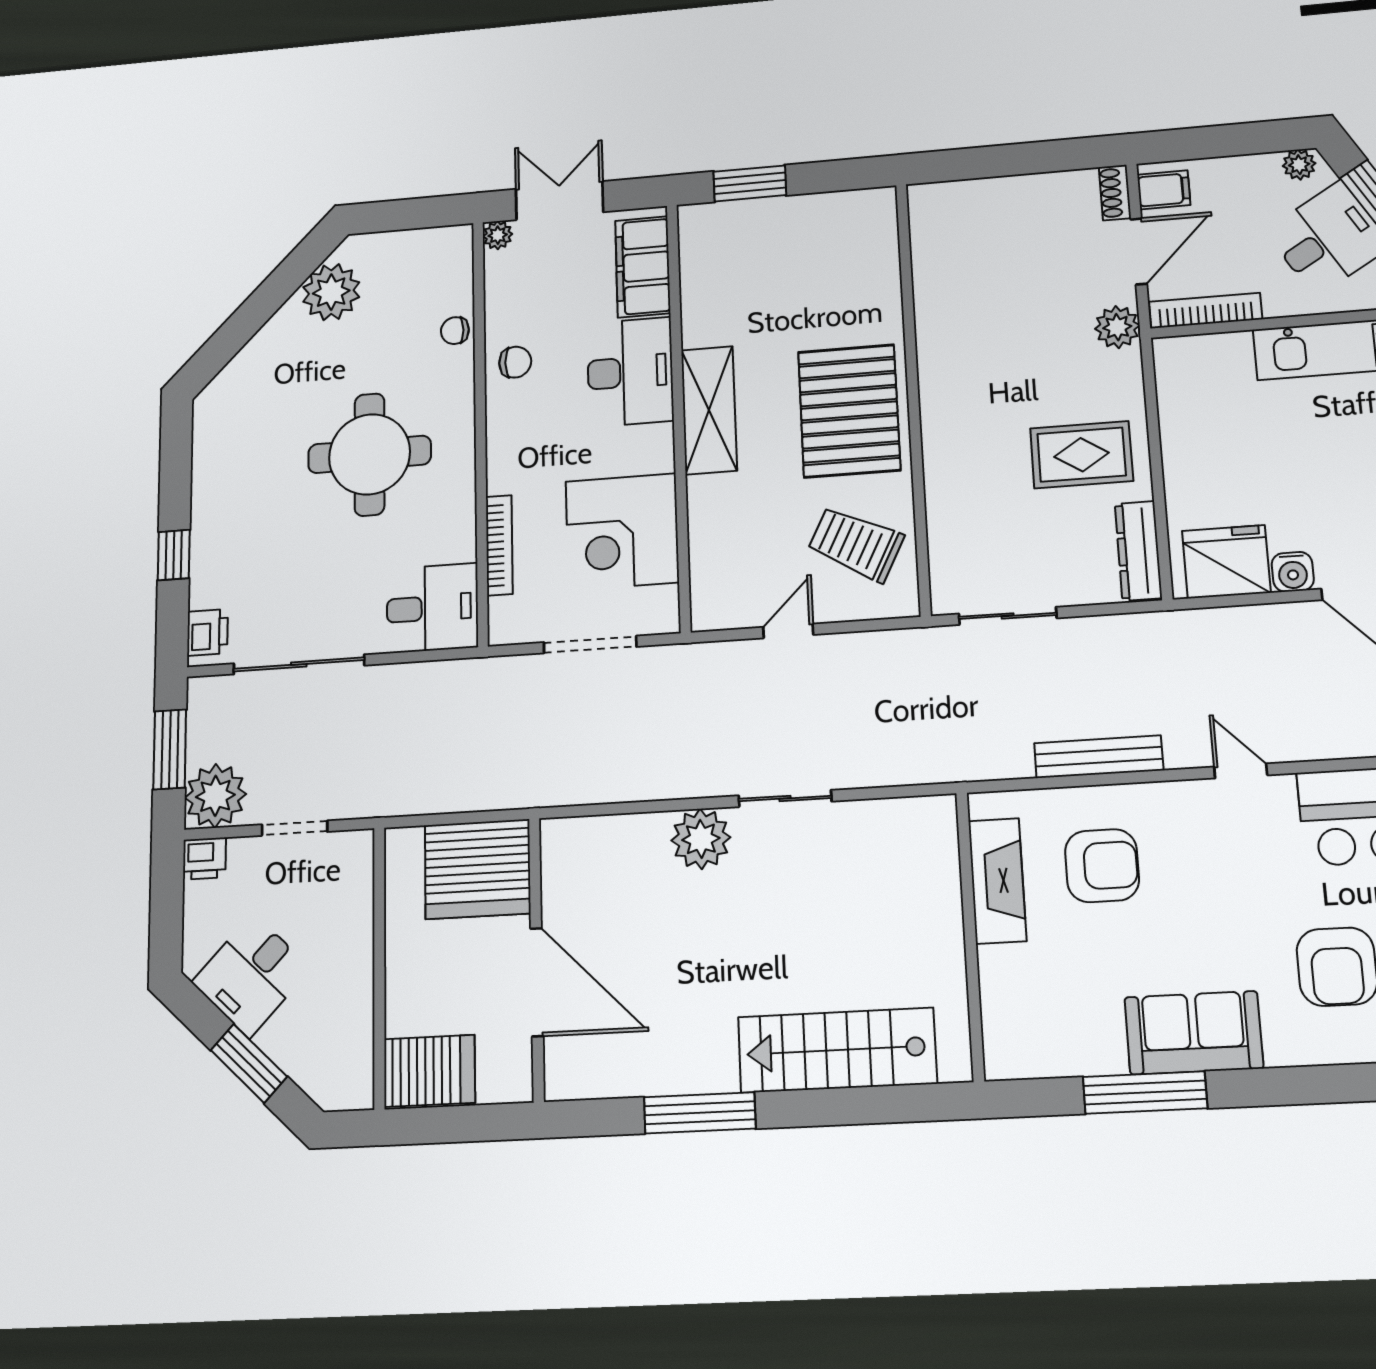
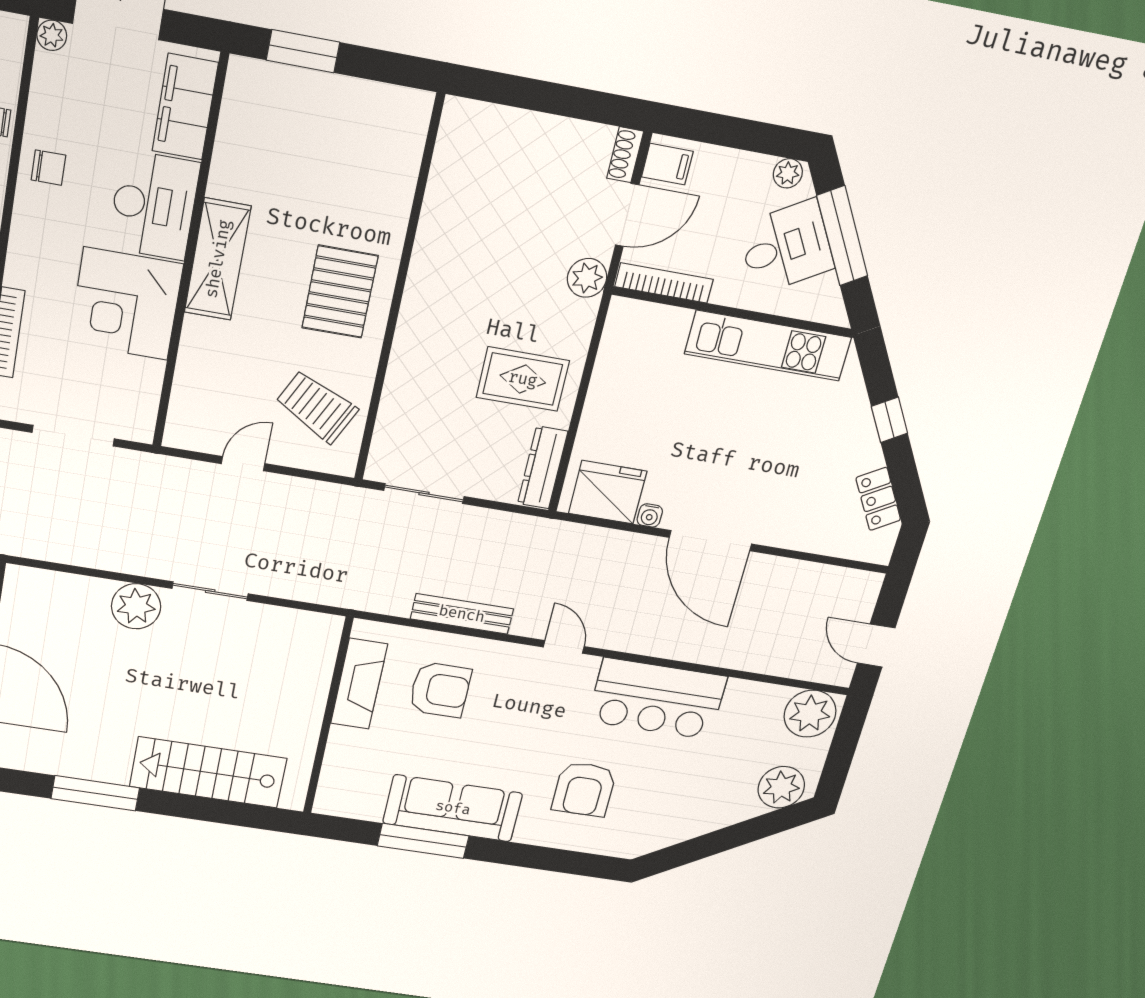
pallet: (849, 411) -> (340, 292), width x0.73, depth x0.71
corner desk: (622, 532) -> (126, 304), moved
water cooler: (1293, 572) -> (650, 515), width x0.72, depth x0.72
sofa: (1194, 1033) -> (453, 808), width x1.36

